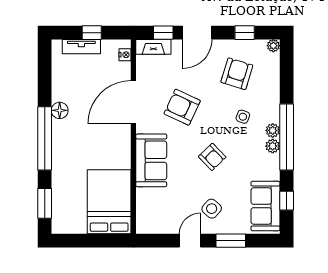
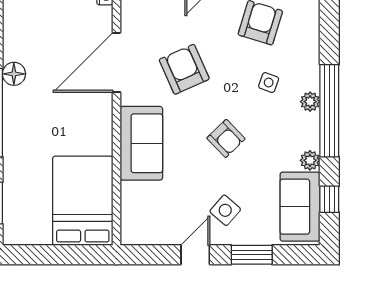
armchair: (182, 107) -> (184, 69), turned 41
plant: (273, 146) -> (310, 160), moved

